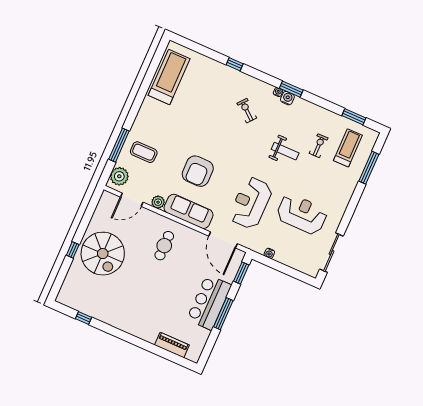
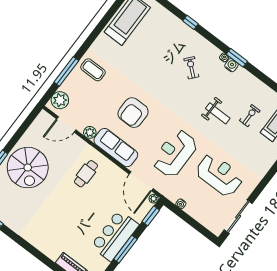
coffee table: (144, 152) -> (93, 70), moved
plant: (240, 255) -> (154, 199), added

